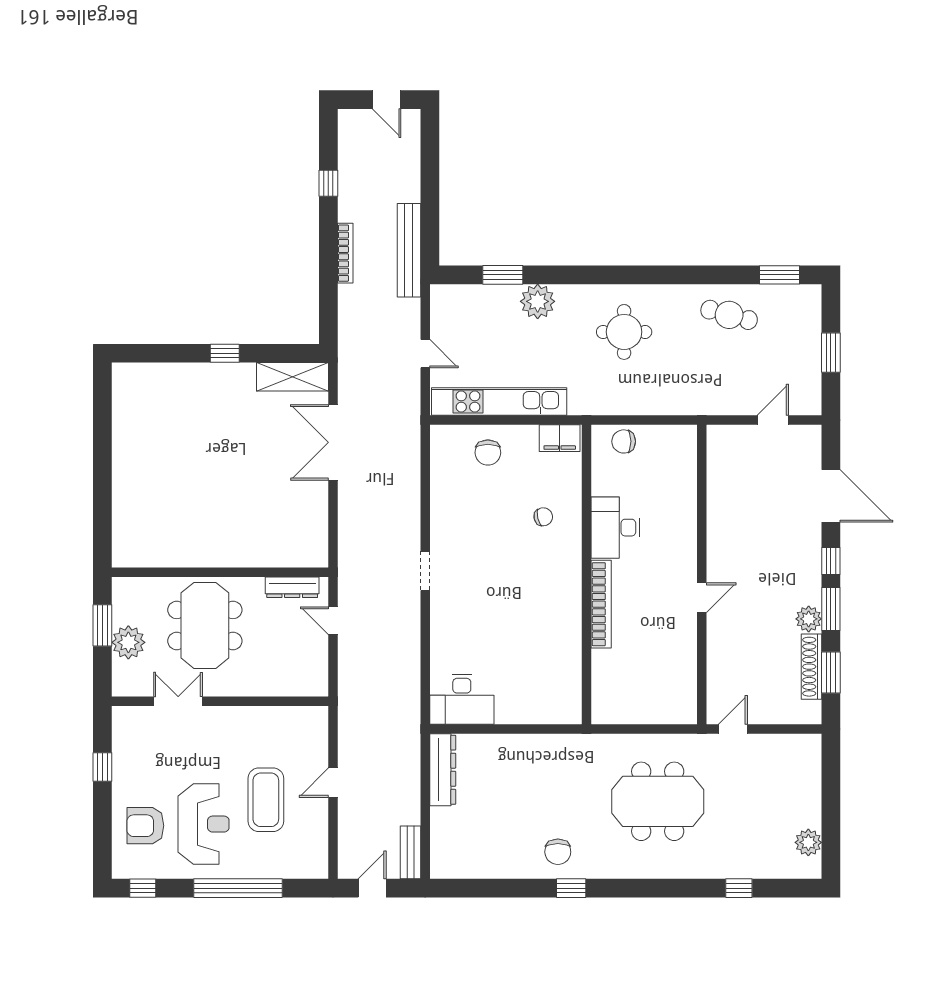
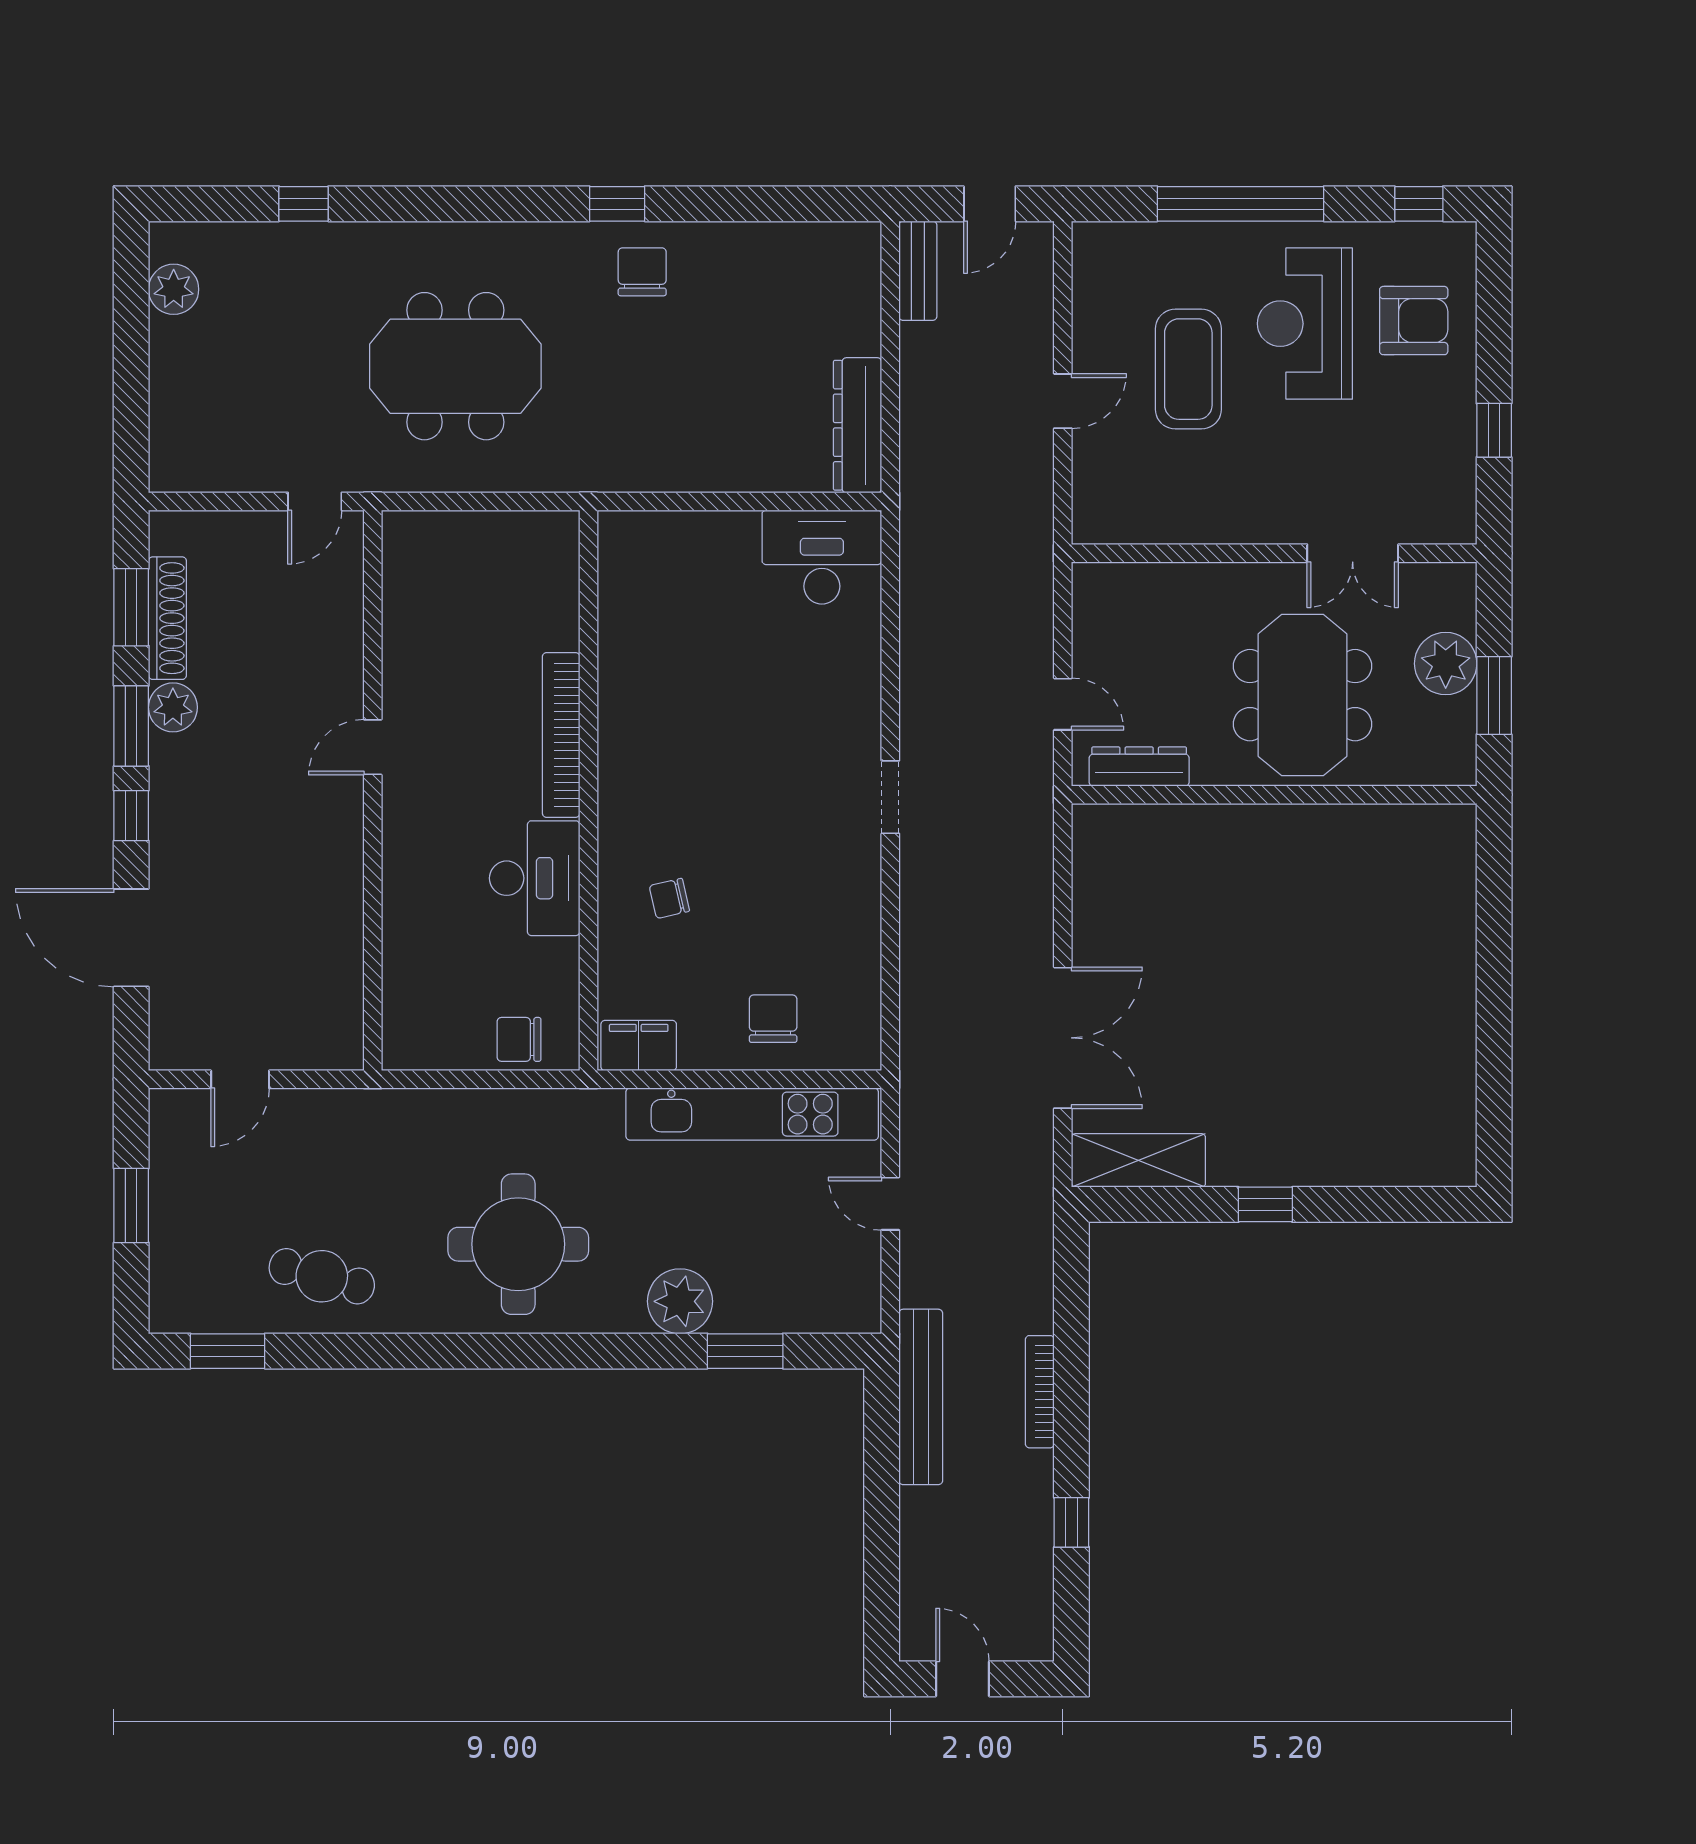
round table: (624, 332) -> (518, 1244), width x1.36, depth x1.36
chair: (624, 441) -> (519, 1039), turned 180

